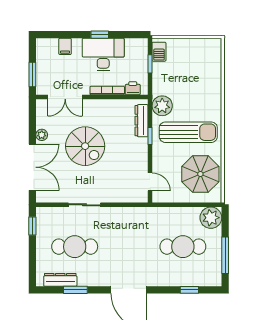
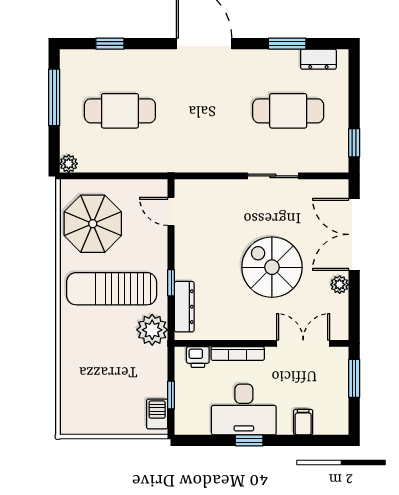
plant: (211, 218) -> (69, 164), width x0.53, depth x0.53
dresser: (60, 280) -> (318, 59), width x0.70

